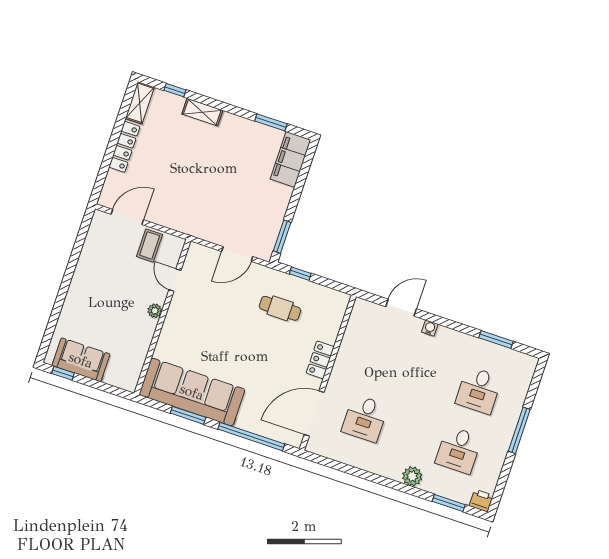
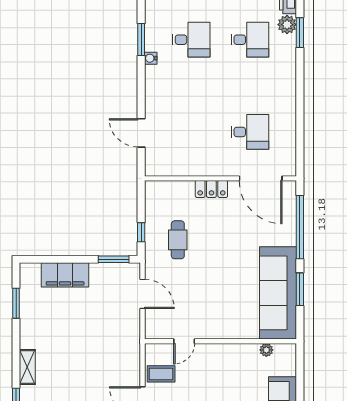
filing cabinet: (290, 159) -> (65, 275), moved
plant: (155, 311) -> (266, 350), moved
water cooler: (430, 328) -> (151, 58), moved
plant: (412, 476) -> (287, 25), moved

